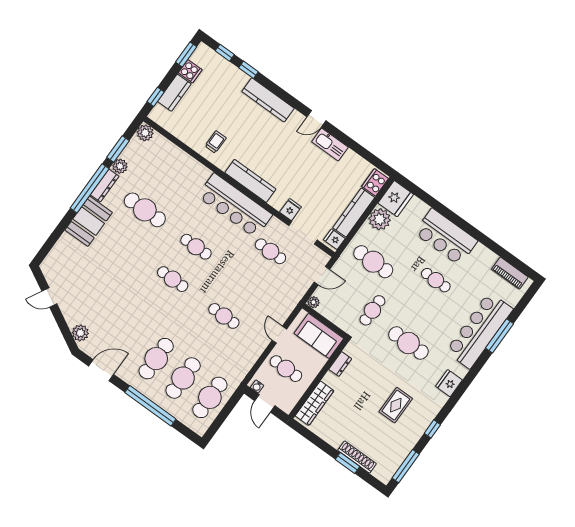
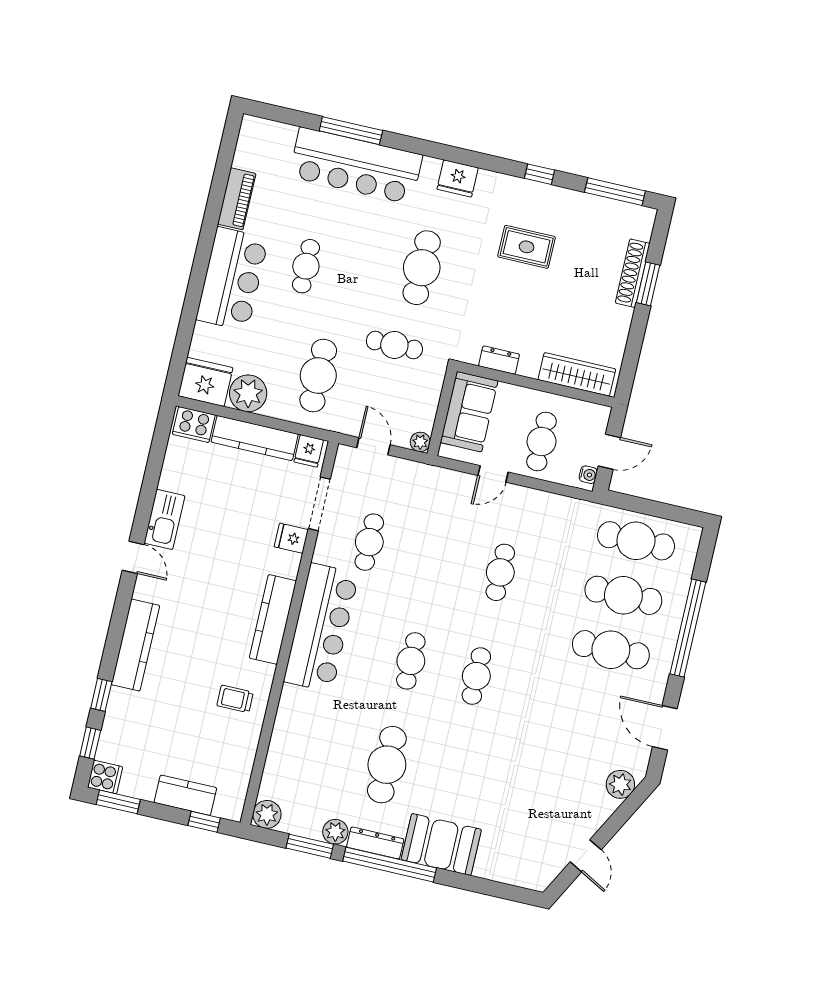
cooker: (190, 71) -> (105, 777), moved, turned 90
piano: (510, 273) -> (237, 199), moved

